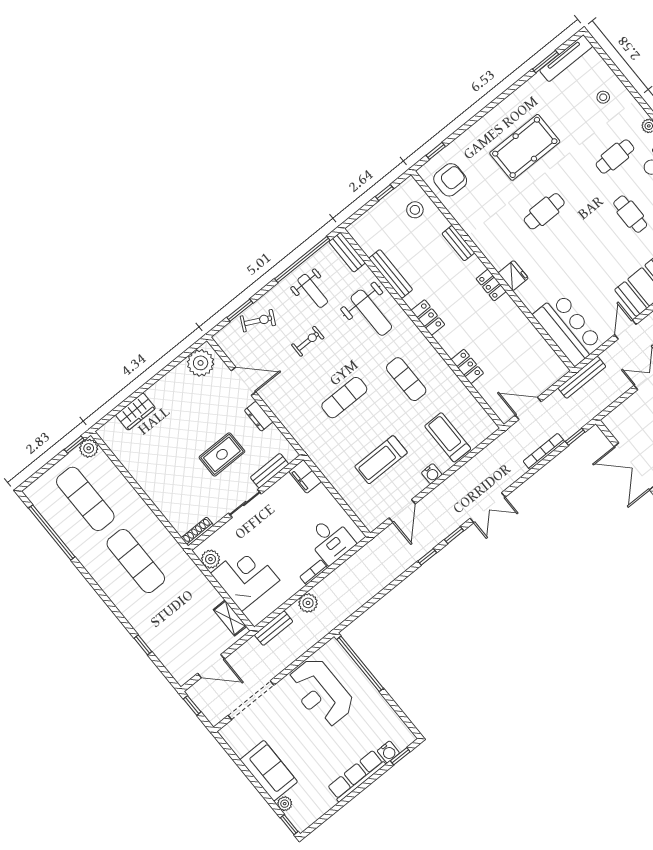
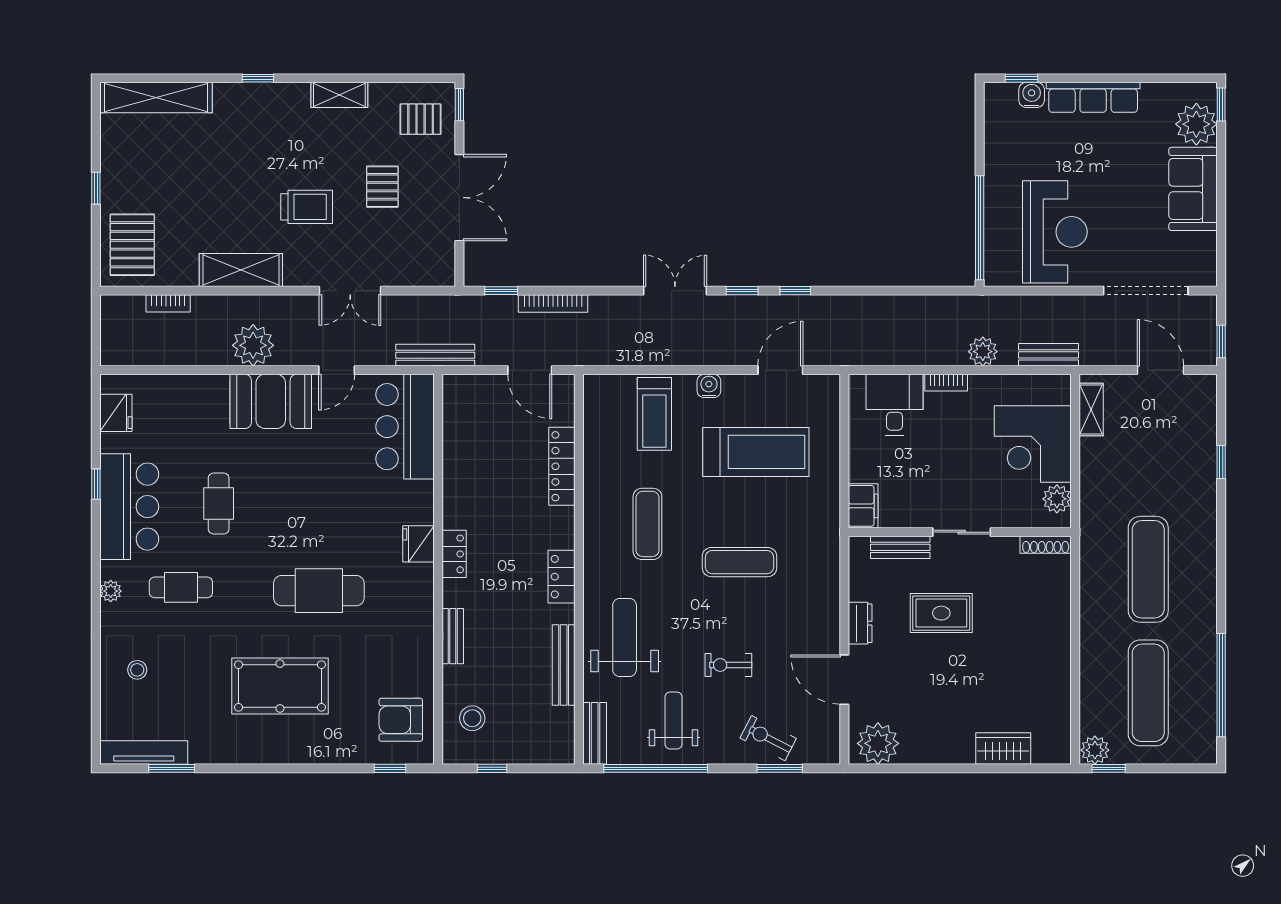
cafe table: (544, 211) -> (319, 591), width x1.37, depth x1.35
locker: (467, 366) -> (562, 466), width x1.53
treadmill: (381, 460) -> (756, 452), width x1.37, depth x1.38
plant: (285, 804) -> (1196, 124), width x1.88, depth x1.88

